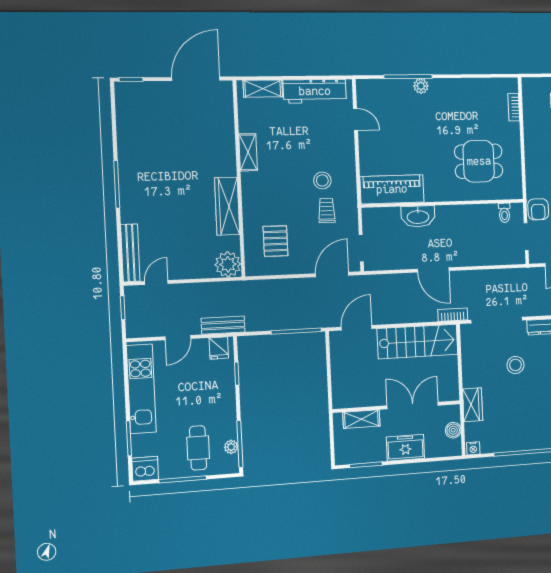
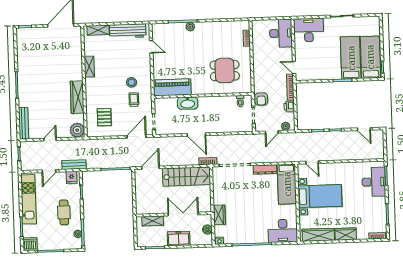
door: (156, 282) -> (50, 139), moved
stool: (515, 365) -> (246, 192), removed
cafe table: (198, 448) -> (64, 212), moved

